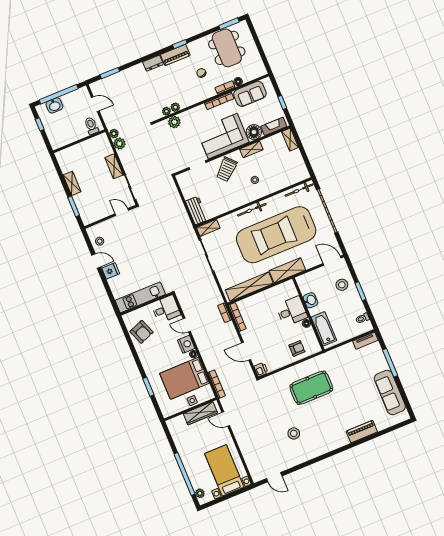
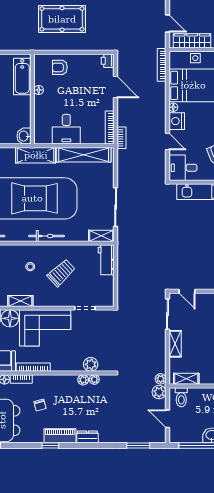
shelving: (93, 142) -> (186, 379), added
plant: (119, 144) -> (159, 392), moved
trolley: (227, 169) -> (61, 273), moved
washbasin: (311, 300) -> (24, 136), moved
desk: (292, 311) -> (66, 129), moved, turned -90

